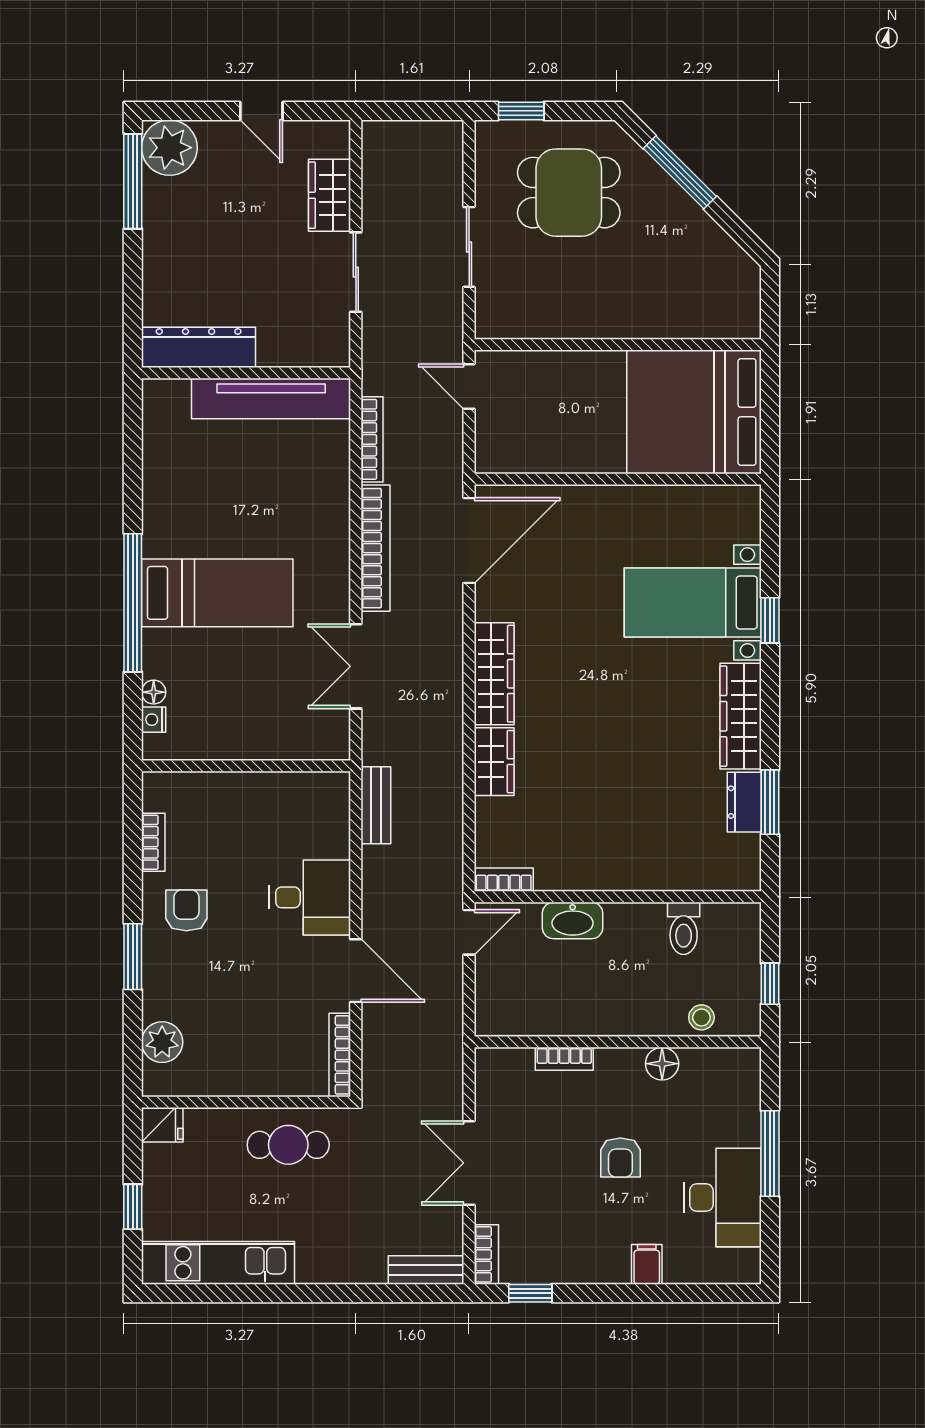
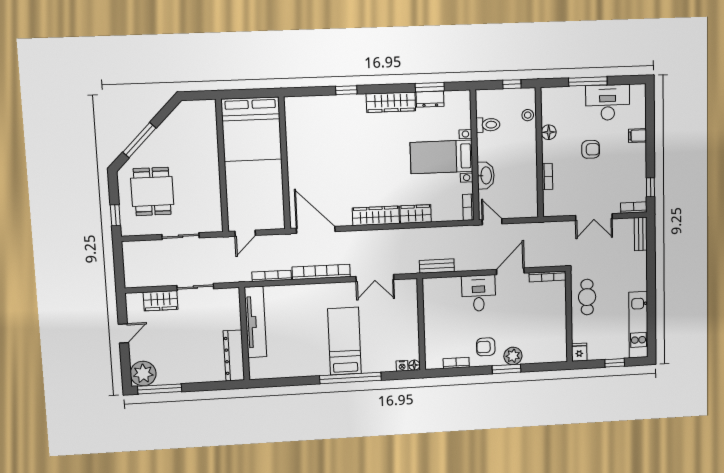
bed with nightstands: (693, 603) -> (441, 157), moved, turned 90
floor lamp: (154, 692) -> (414, 365), moved
plant: (162, 1042) -> (513, 356), moved

